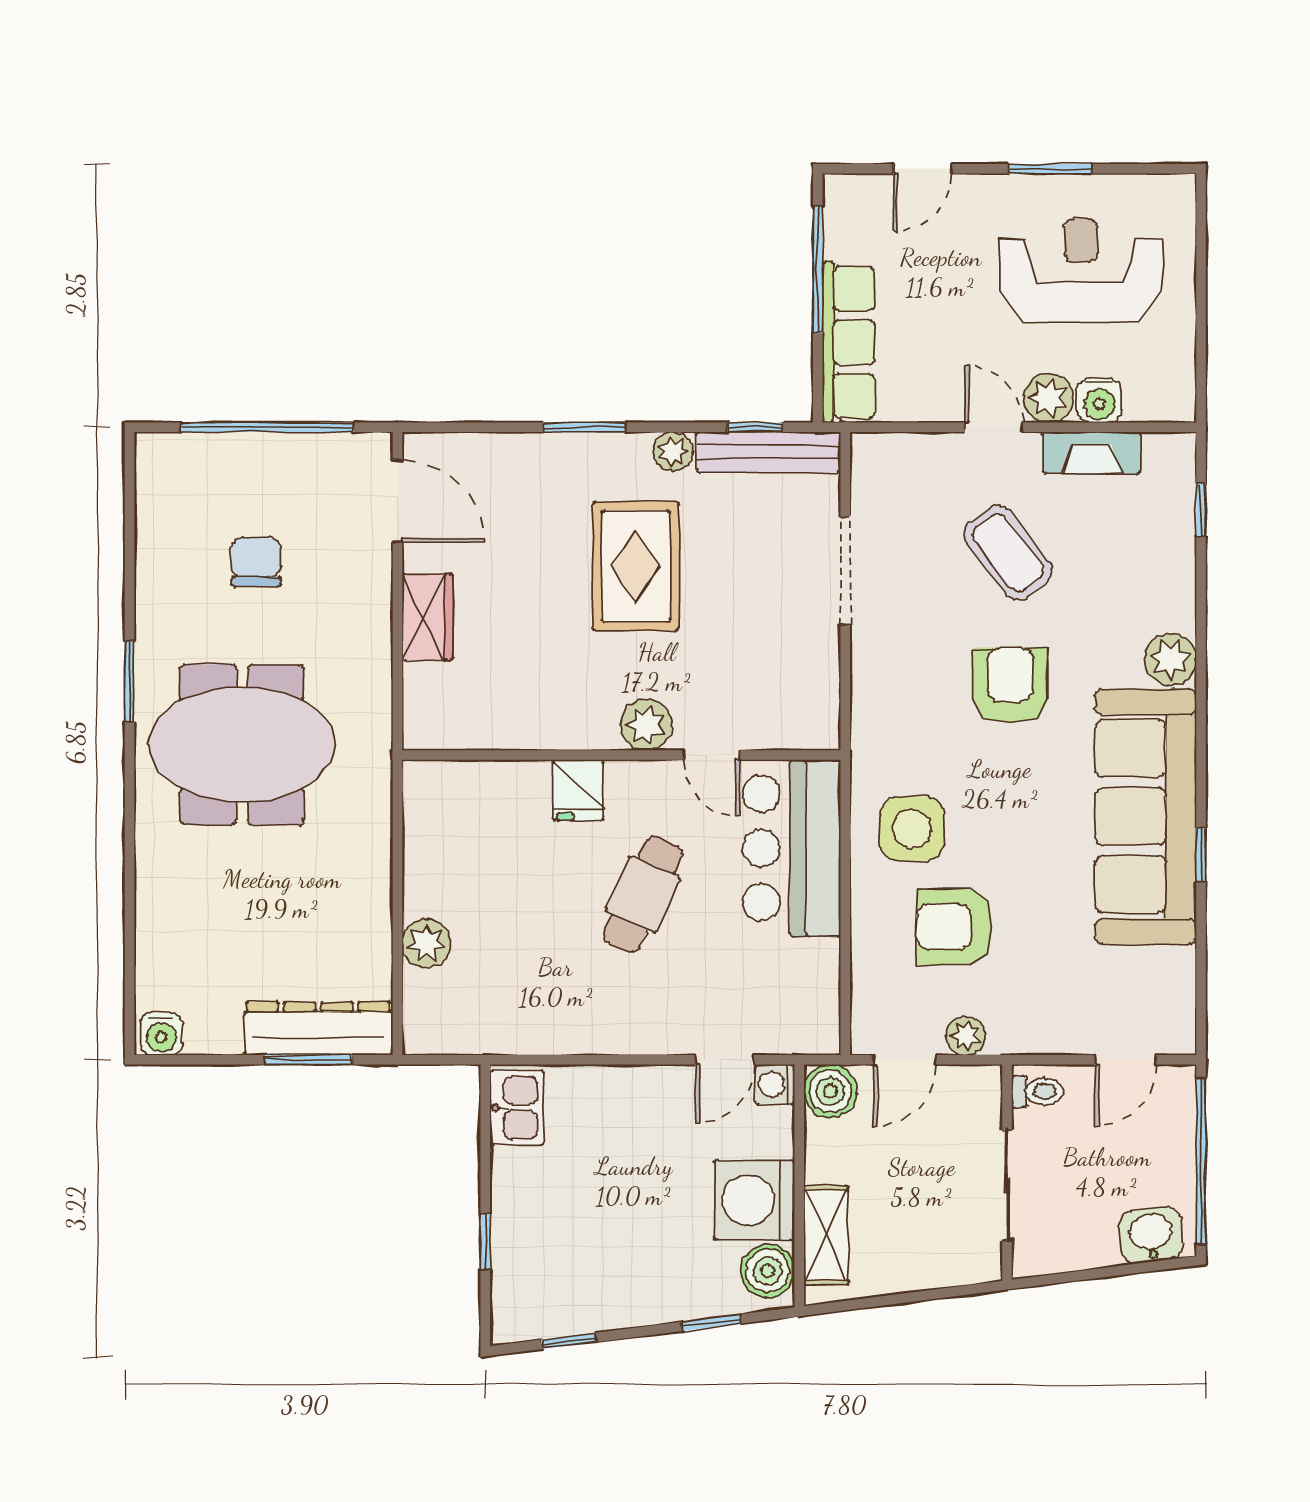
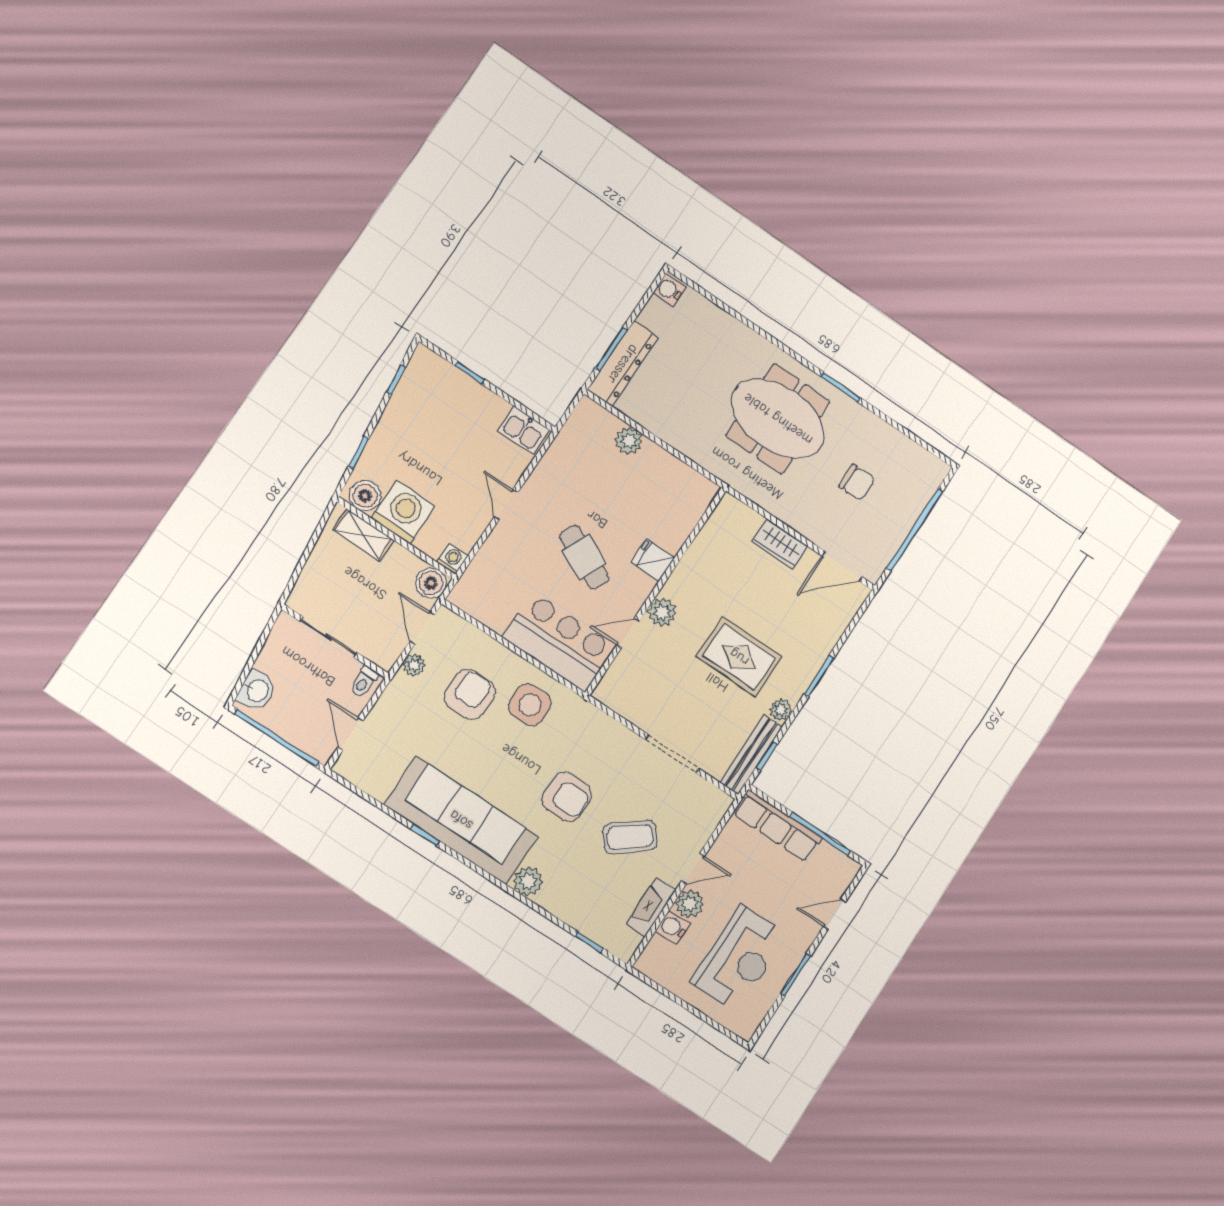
door: (923, 169) -> (835, 914), hinge flipped
meeting table: (242, 745) -> (778, 419), turned 90
door: (725, 1060) -> (506, 505), moved

